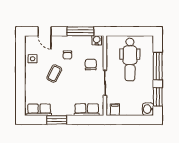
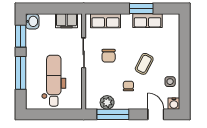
water cooler: (97, 40) -> (174, 104), moved
plant: (85, 41) -> (107, 102), added
chair: (91, 65) -> (109, 56), moved
row of seats: (39, 110) -> (148, 21), moved
filing cabinet: (115, 110) -> (66, 21), width x2.00

